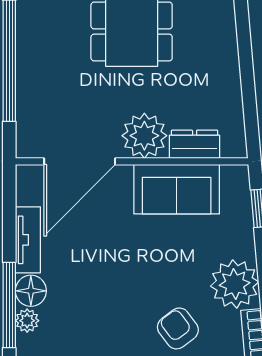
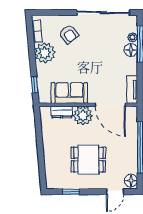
door: (80, 161) -> (110, 105), swing flipped
tv unit: (28, 240) -> (132, 89), moved

